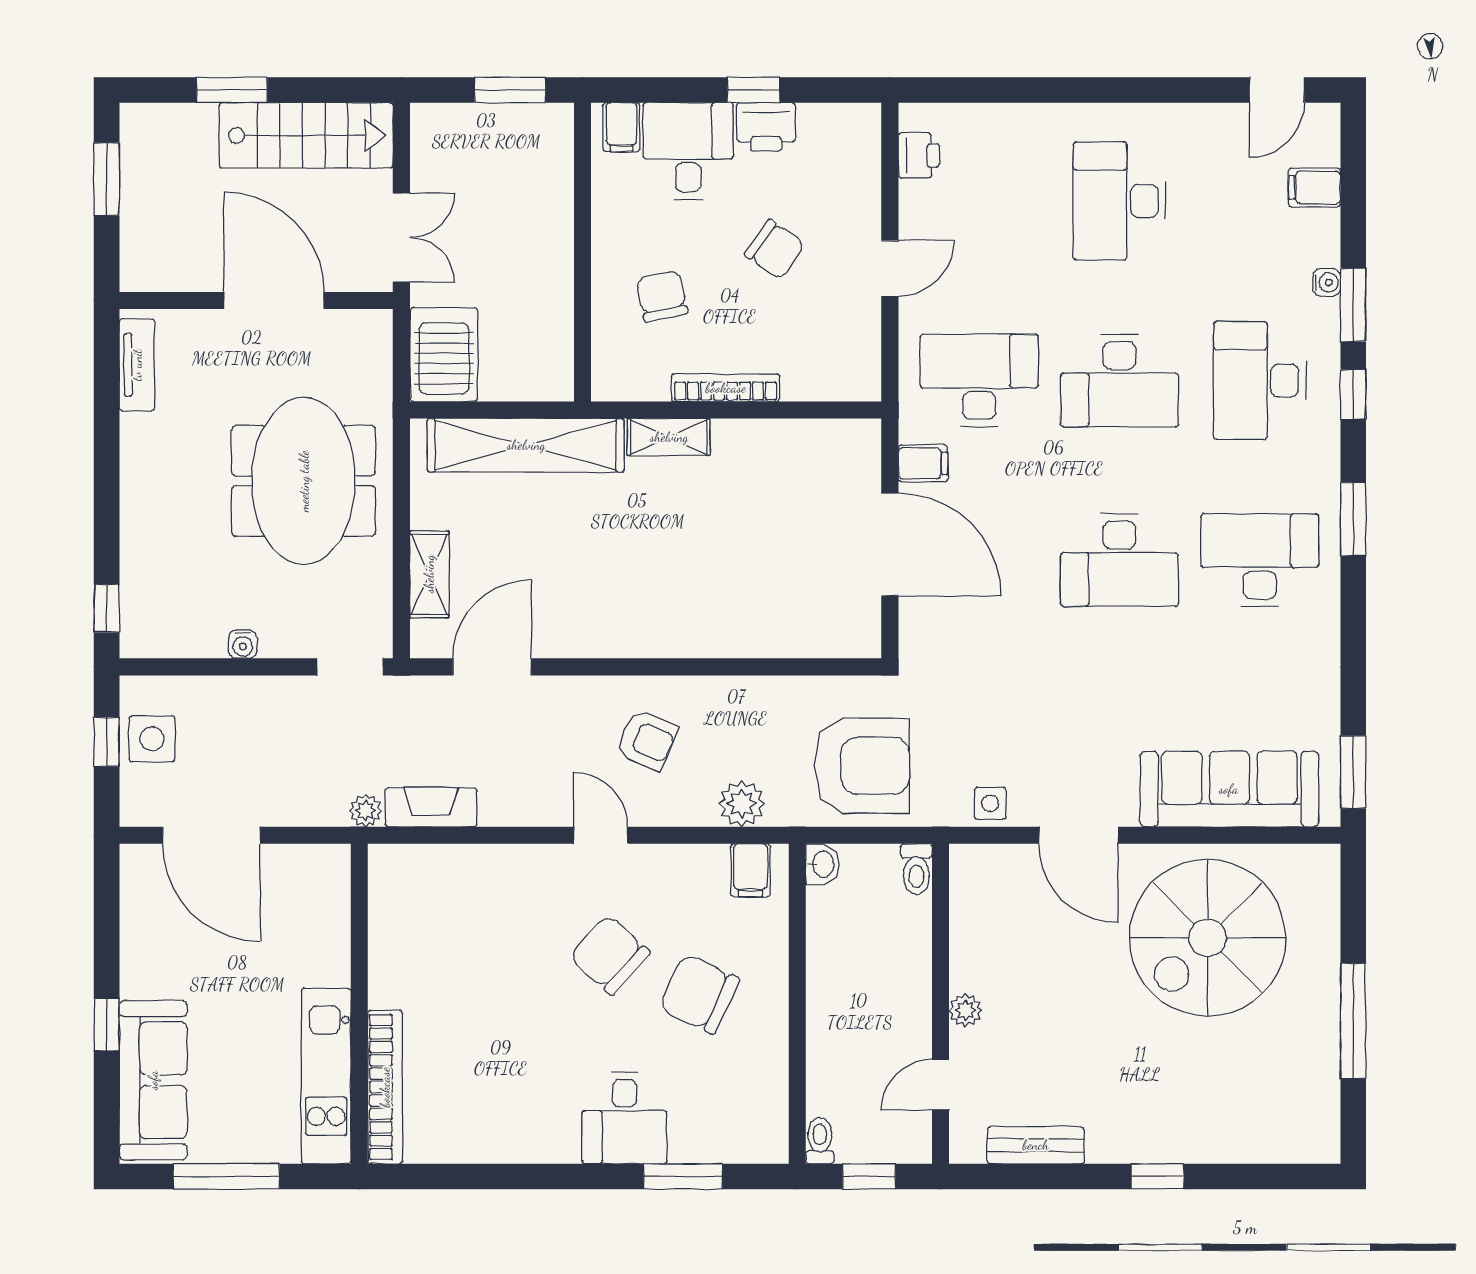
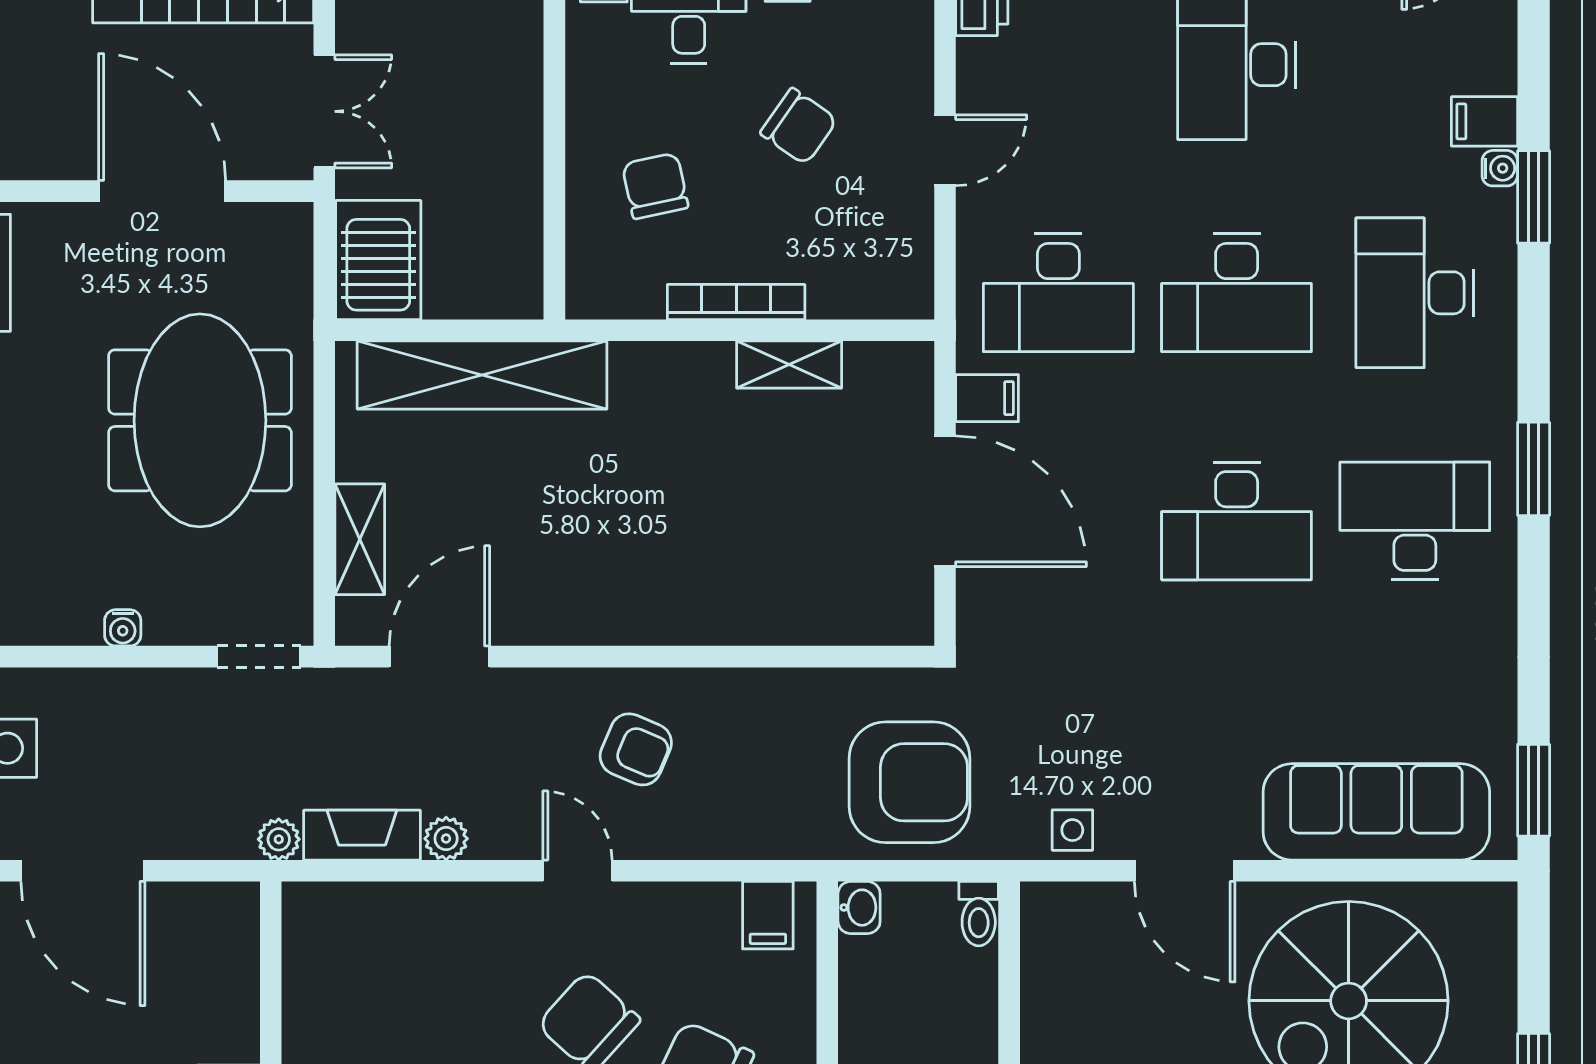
filing cabinet: (1315, 187) -> (1484, 121), moved
desk: (979, 380) -> (1058, 293), turned 180
window: (1353, 394) -> (1534, 310), removed
shelving: (669, 437) -> (789, 365), moved
plant: (742, 804) -> (446, 839), moved, width x0.73, depth x0.73

